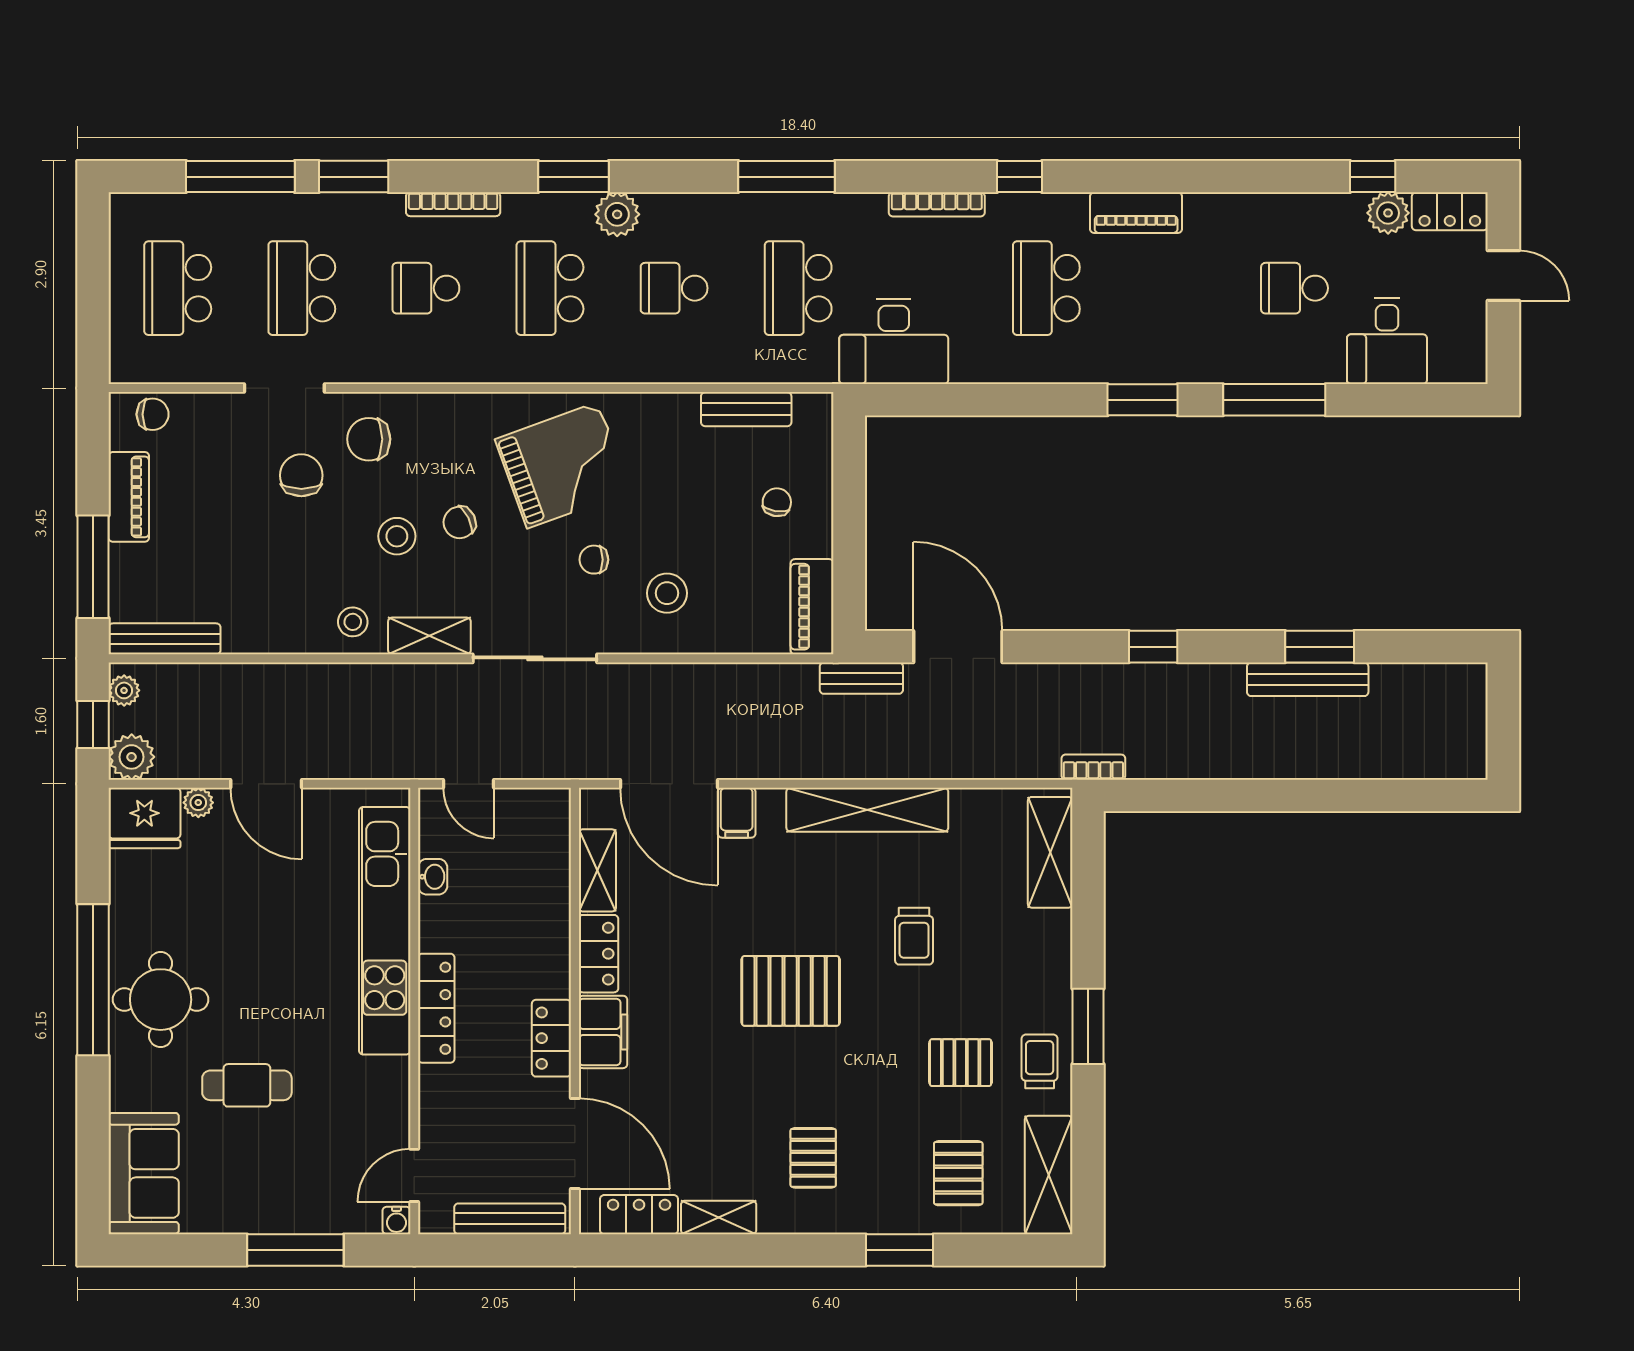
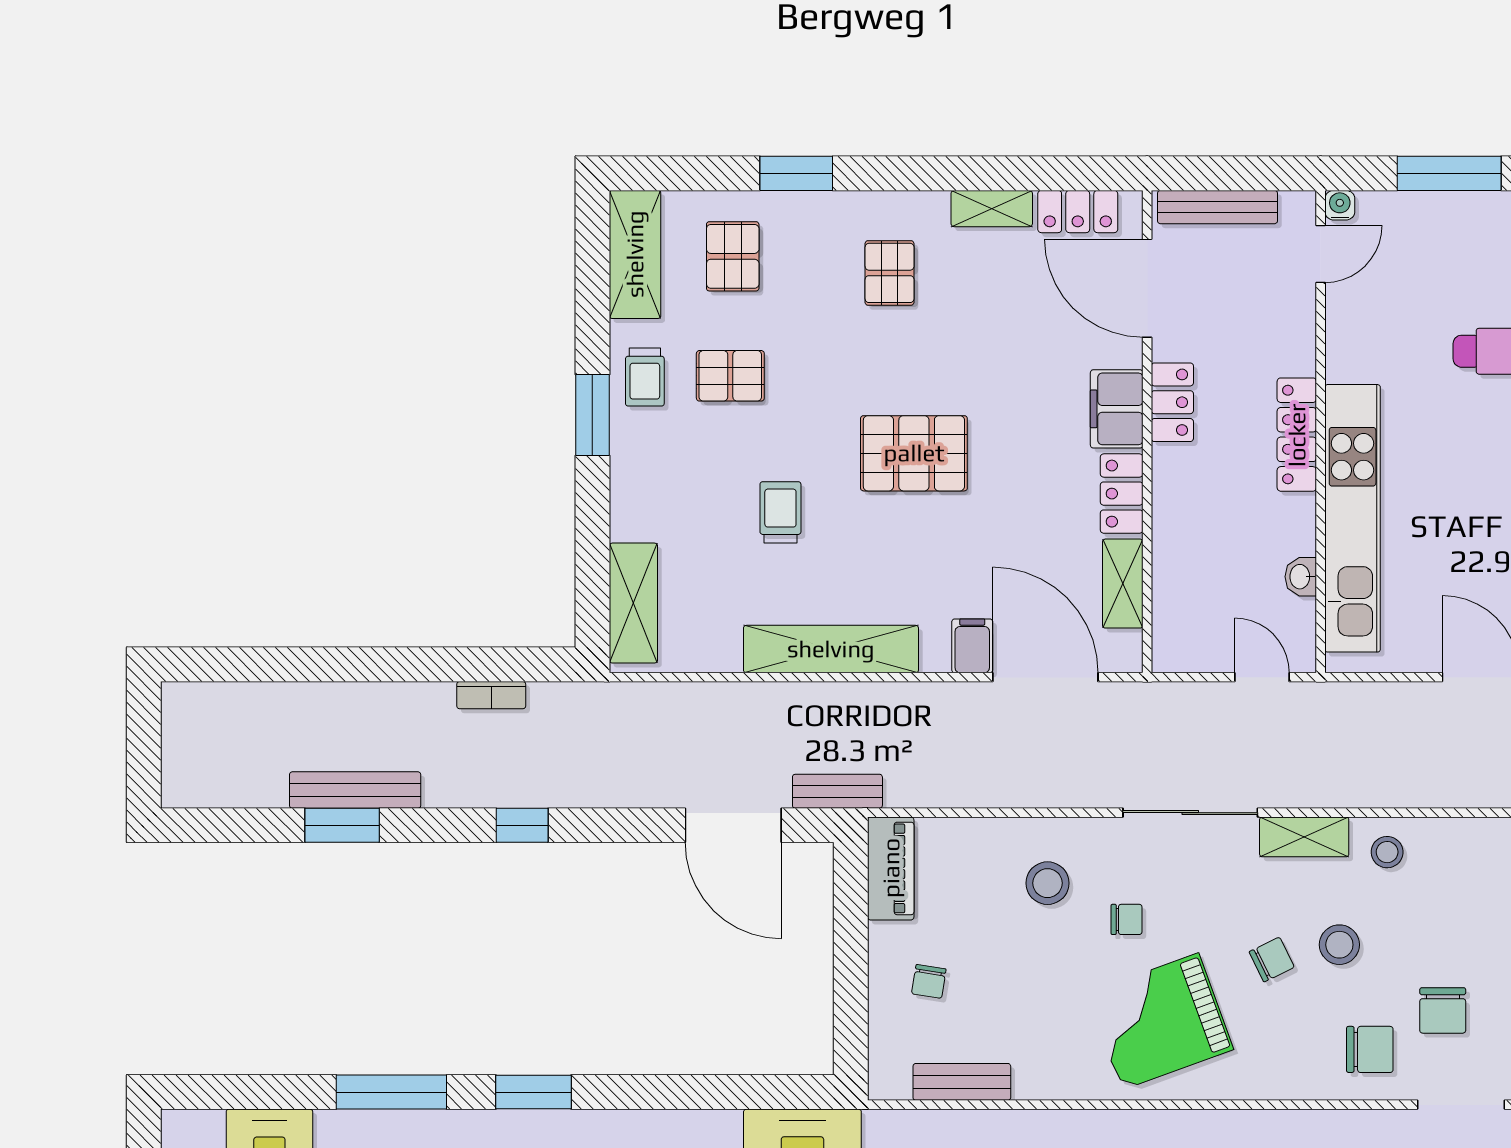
bookcase: (1093, 767) -> (491, 695), moved

